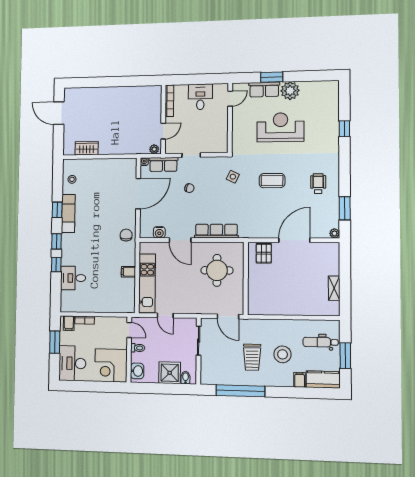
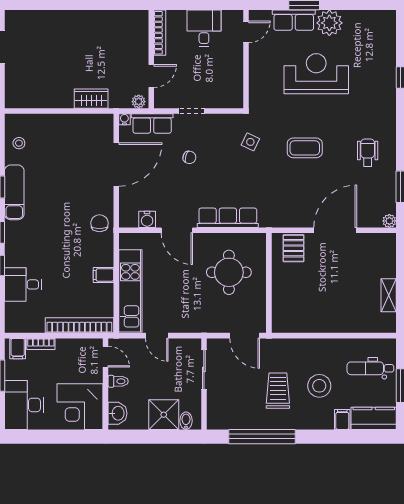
wardrobe: (87, 148) -> (91, 99), moved
bookcase: (111, 307) -> (79, 325), added
trolley: (252, 357) -> (278, 391), turned 180

